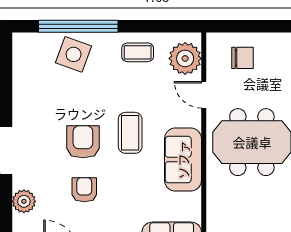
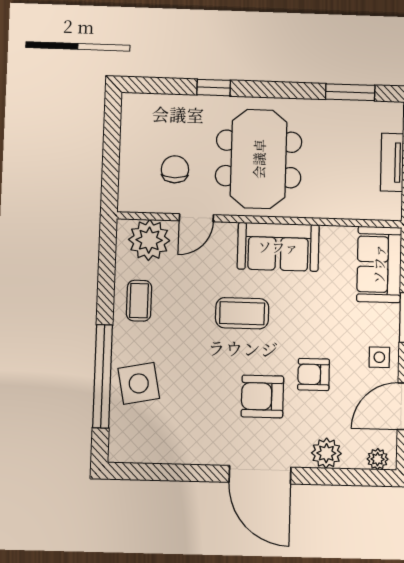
side table: (74, 54) -> (139, 383), turned -31
chair: (242, 58) -> (175, 169), moved
armchair: (83, 142) -> (262, 396), moved

